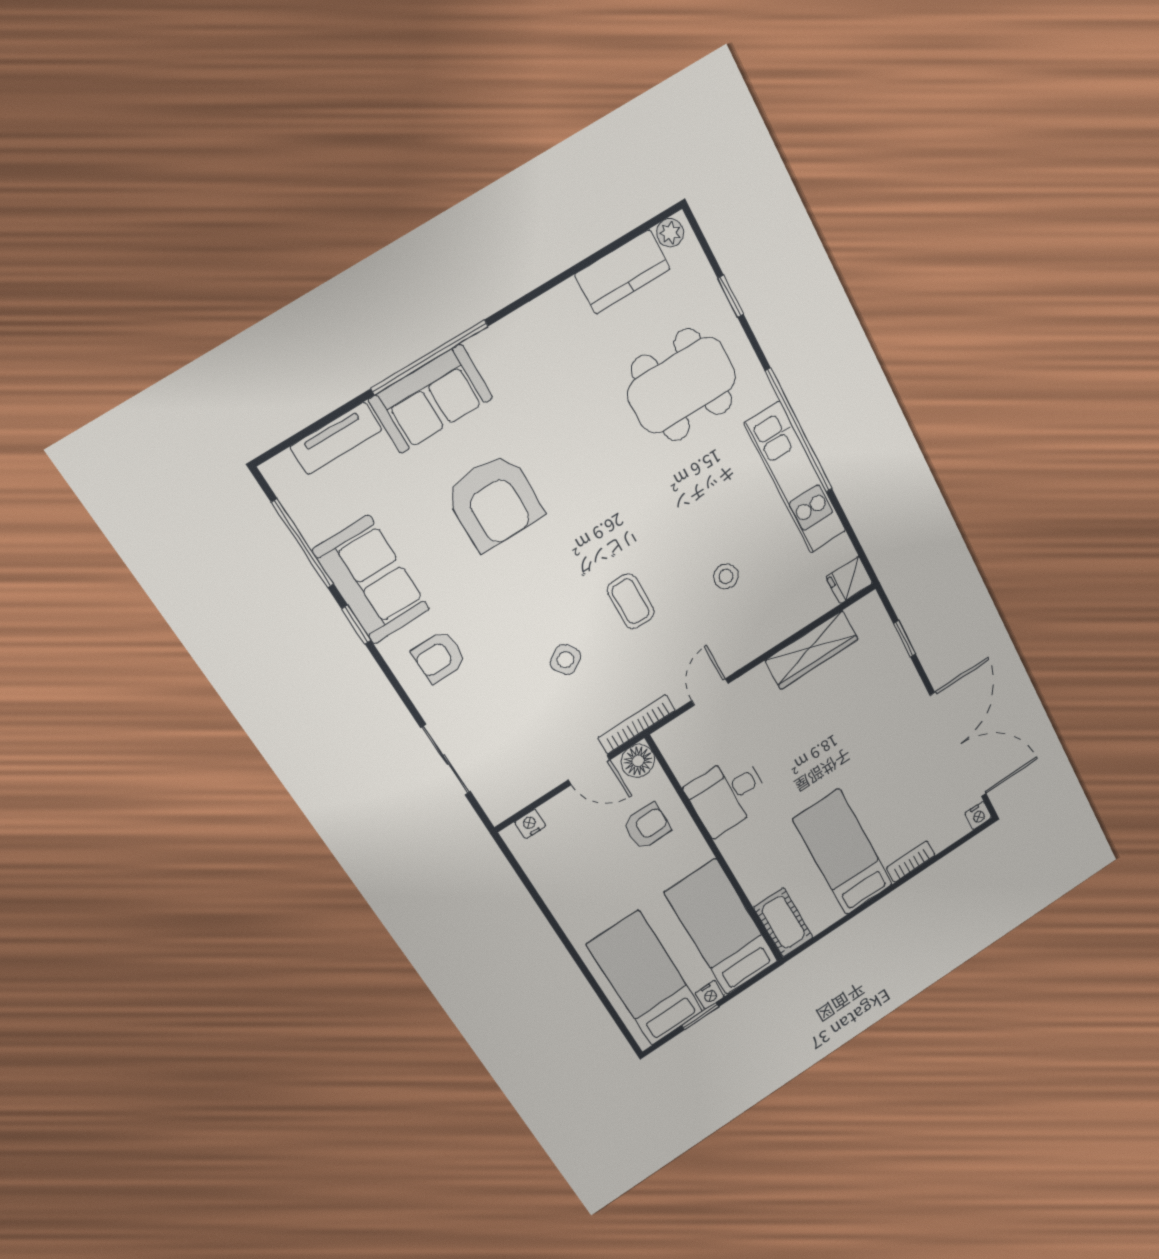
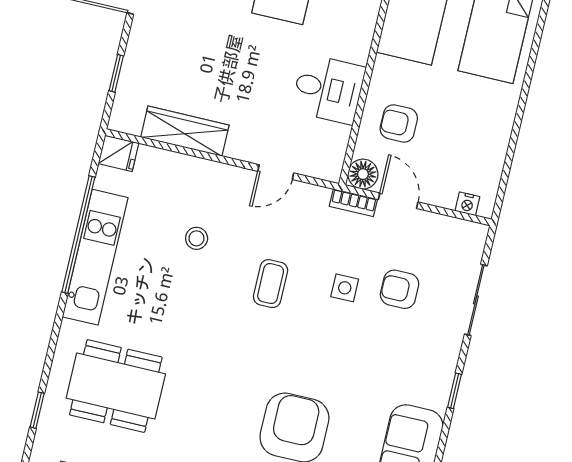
window: (799, 431) -> (78, 235), moved
window: (356, 625) -> (455, 391), moved
armchair: (439, 657) -> (400, 289), moved, turned 180
side table: (565, 660) -> (345, 288), turned 34
bookcase: (637, 724) -> (353, 203), width x0.64

